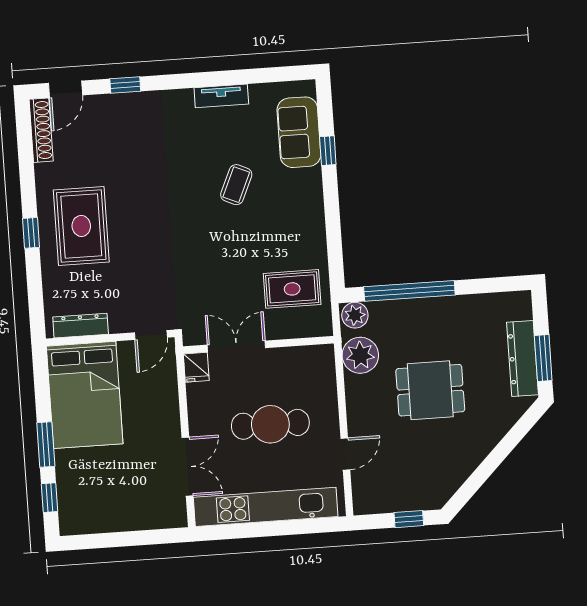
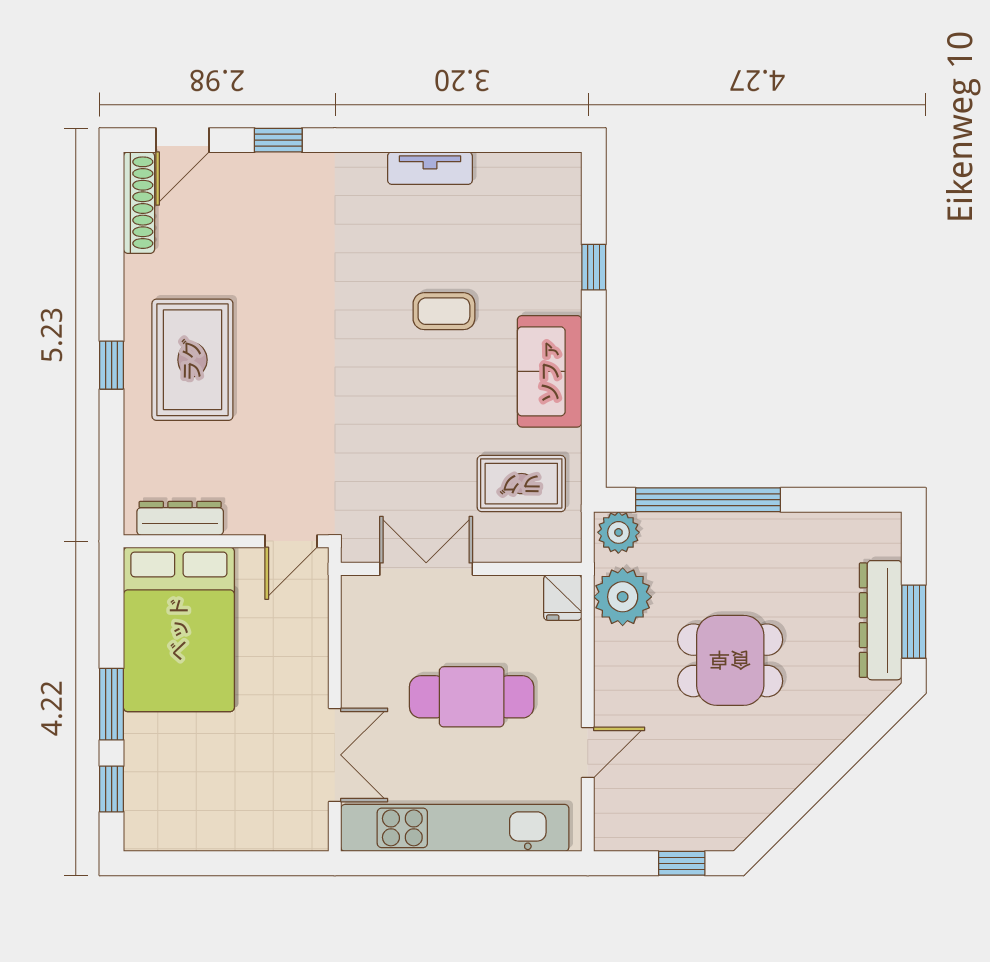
sofa: (299, 132) -> (550, 371), moved
coffee table: (236, 185) -> (444, 311), turned 66
fridge: (196, 367) -> (563, 598), moved

